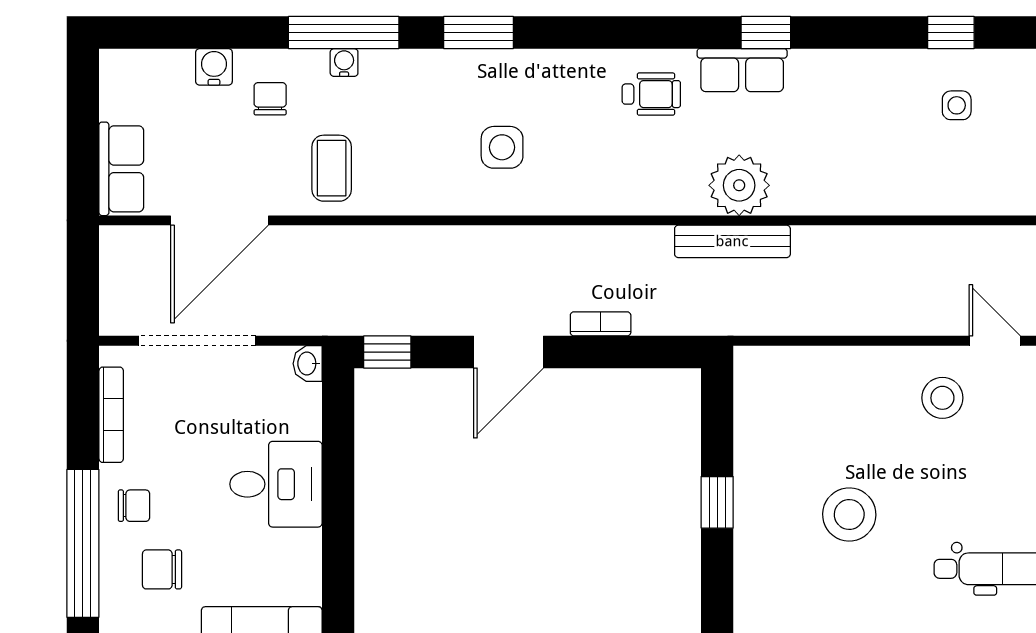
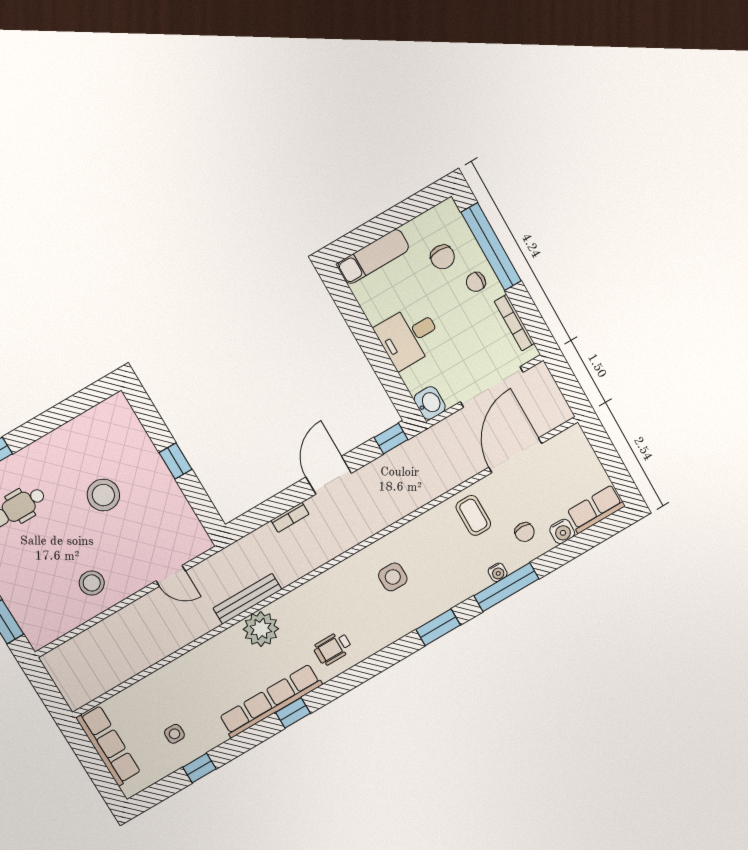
row of seats: (742, 70) -> (271, 701), width x2.02
row of seats: (121, 169) -> (596, 509), moved, turned 90
door: (995, 341) -> (171, 576), moved
washbasin: (308, 364) -> (430, 403), width x1.38, depth x1.45
chair: (162, 569) -> (442, 257), turned 90

